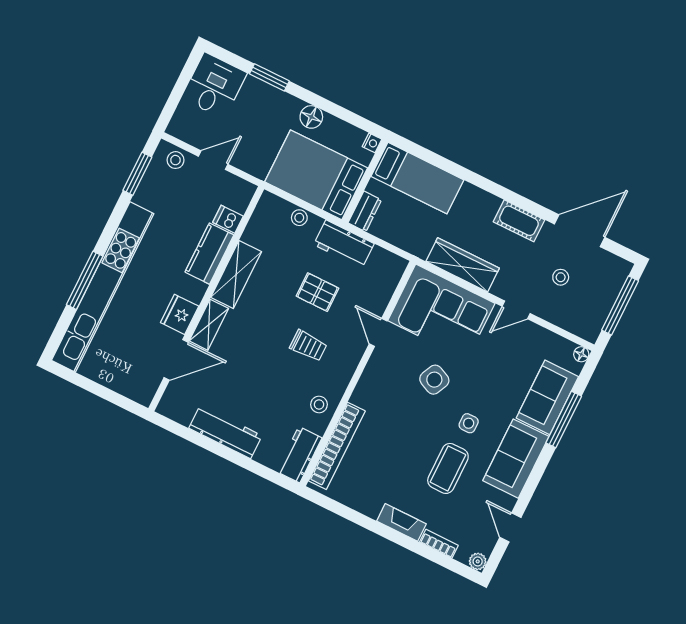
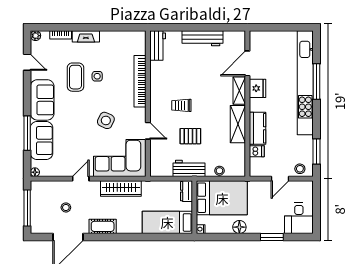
stool: (319, 404) -> (160, 77), removed
side table: (469, 423) -> (97, 76), moved
bookcase: (337, 446) -> (140, 81), moved

